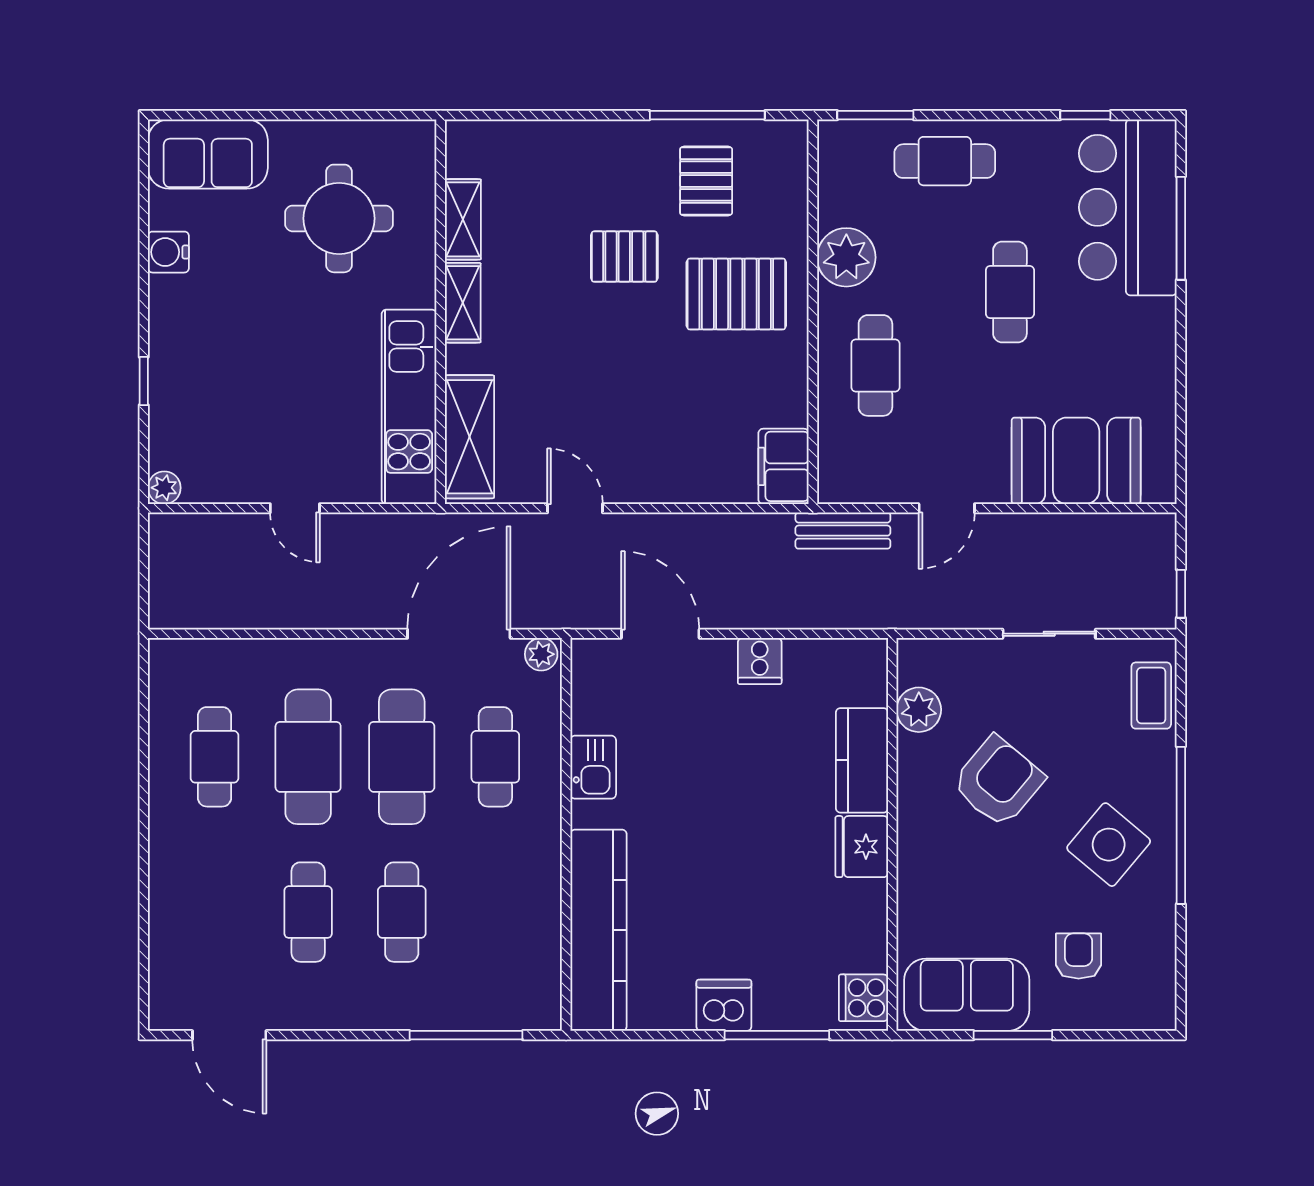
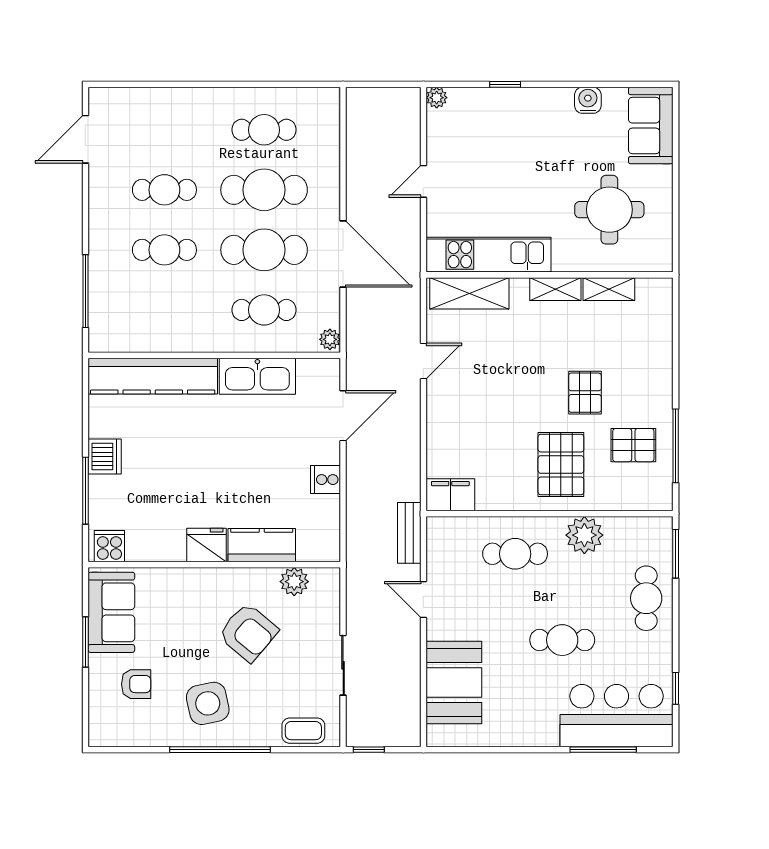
door: (459, 634) -> (343, 254), moved
kitchen sink: (593, 767) -> (257, 376), width x1.87, depth x1.24
side table: (1109, 845) -> (208, 703), turned 38

